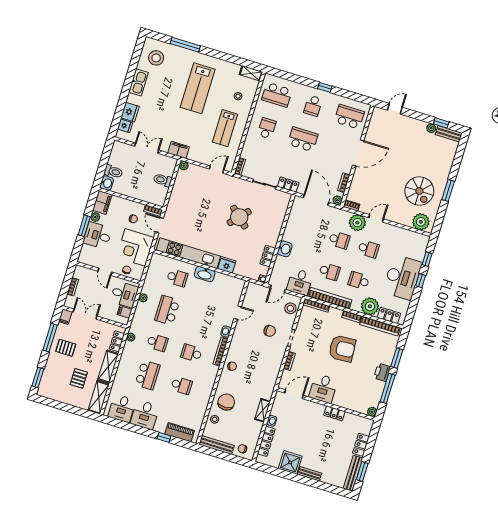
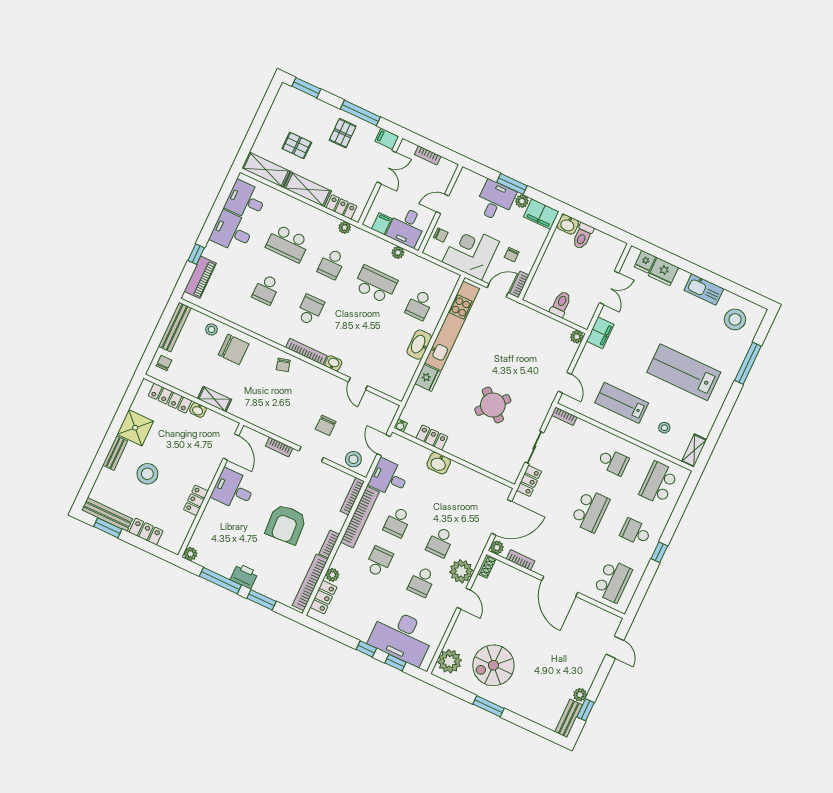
desk: (402, 277) -> (402, 636), moved
plant: (370, 306) -> (332, 575), width x0.53, depth x0.53
stool: (321, 449) -> (147, 474), added

